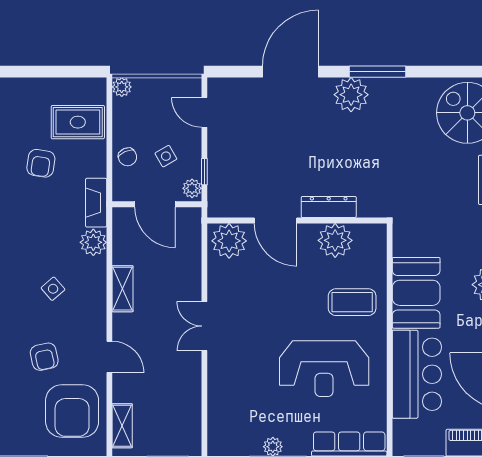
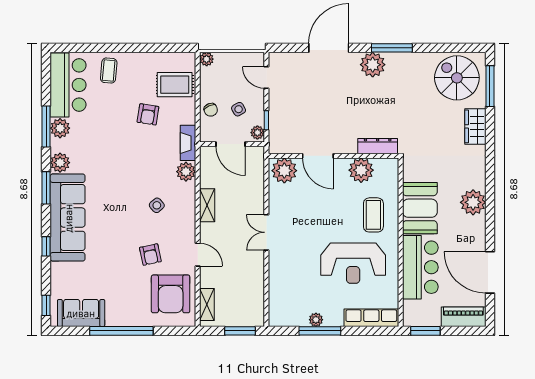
dresser: (329, 207) -> (378, 146), moved
coffee table: (352, 302) -> (373, 215), turned 90

